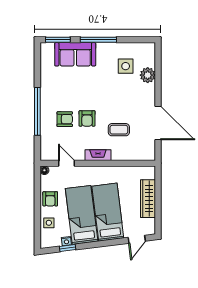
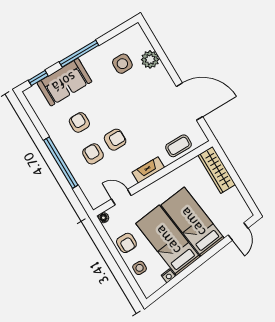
window: (58, 40) -> (38, 78), width x0.67
armchair: (68, 90) -> (79, 122), added
armchair: (87, 118) -> (115, 140), turned -90
armchair: (65, 119) -> (93, 154), turned -90
coffee table: (119, 130) -> (178, 146), moved
wardrobe: (148, 199) -> (217, 170), moved
window: (68, 248) -> (174, 282), removed

